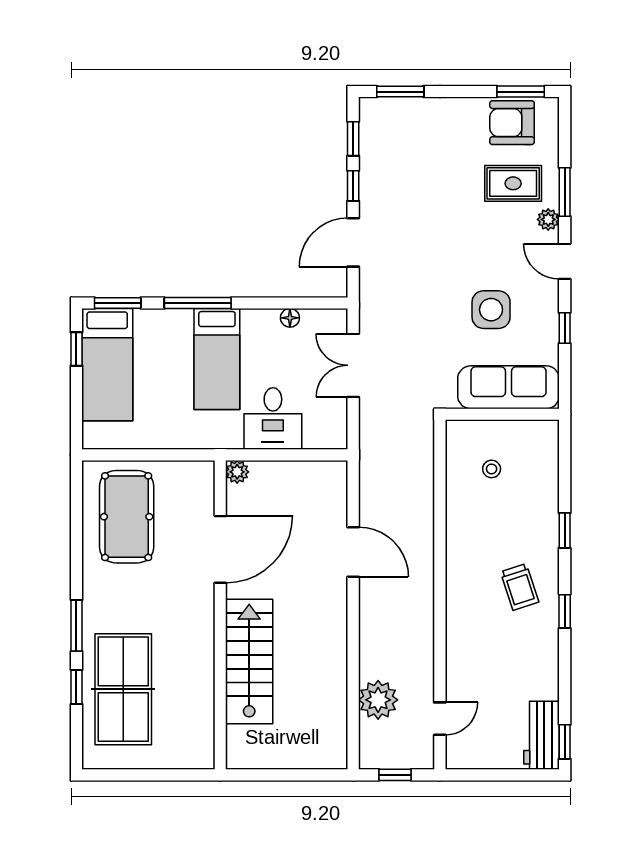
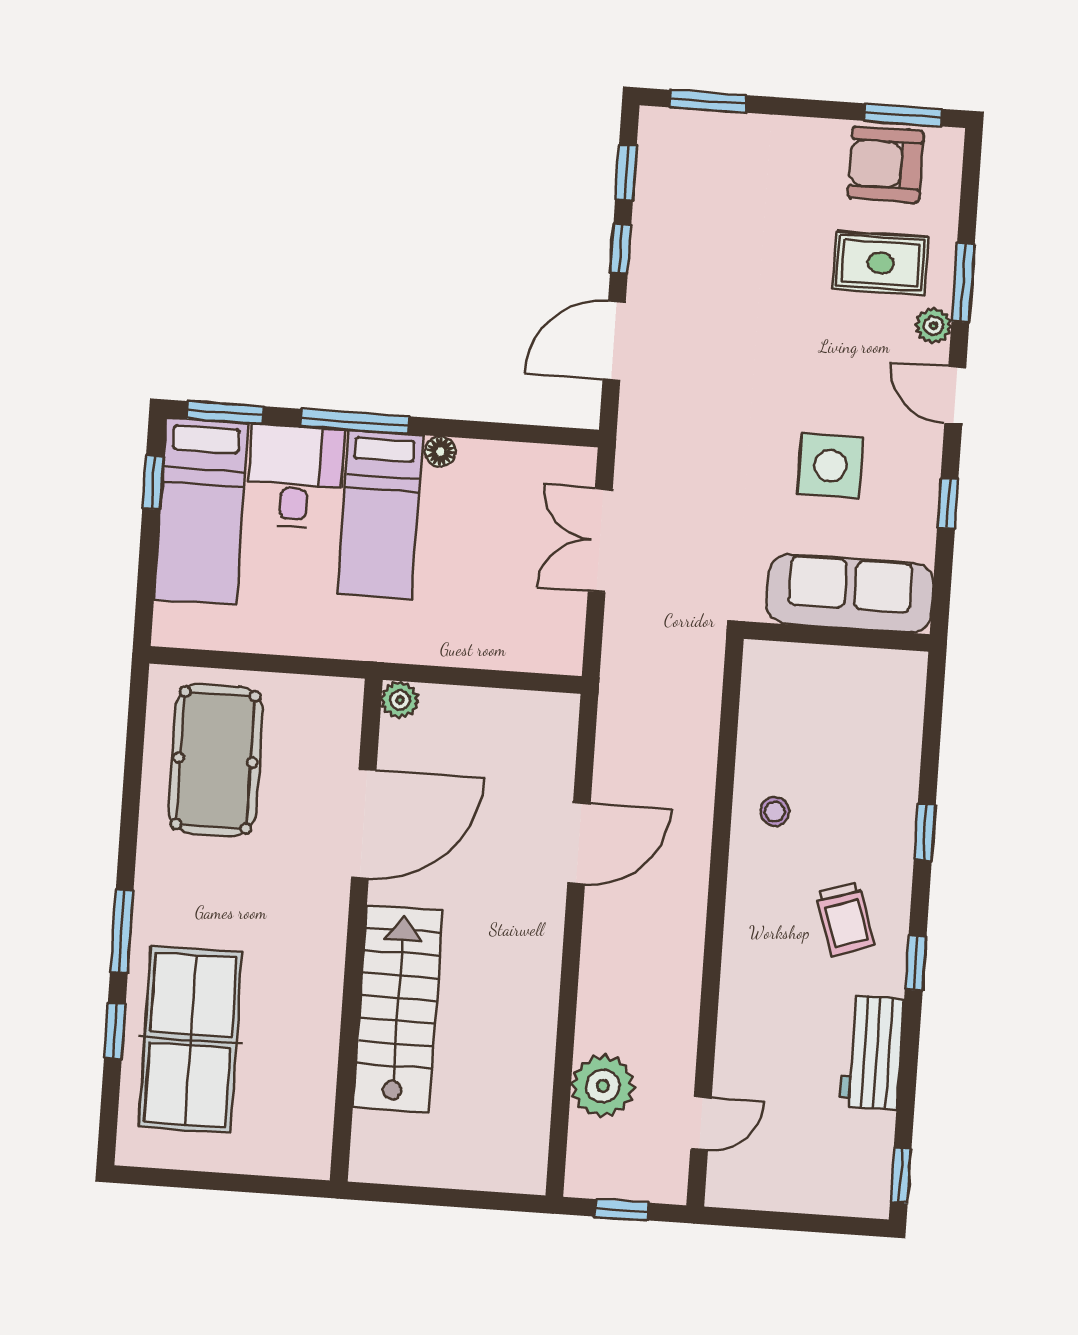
floor lamp: (290, 318) -> (440, 452), moved
desk: (273, 419) -> (295, 477), moved, turned 180
stool: (492, 469) -> (775, 811), moved
door: (353, 552) -> (579, 843), hinge flipped
workbench: (542, 735) -> (872, 1052), moved

